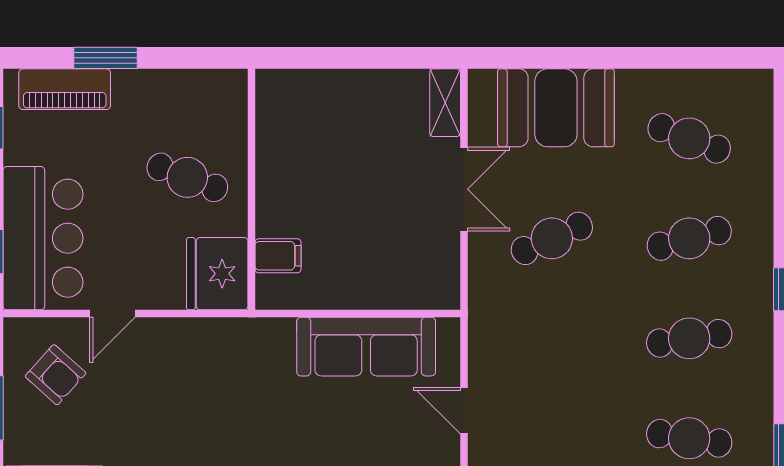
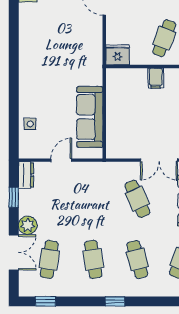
filing cabinet: (278, 256) -> (156, 78), moved
fridge: (217, 274) -> (118, 55), width x0.73, depth x0.75

